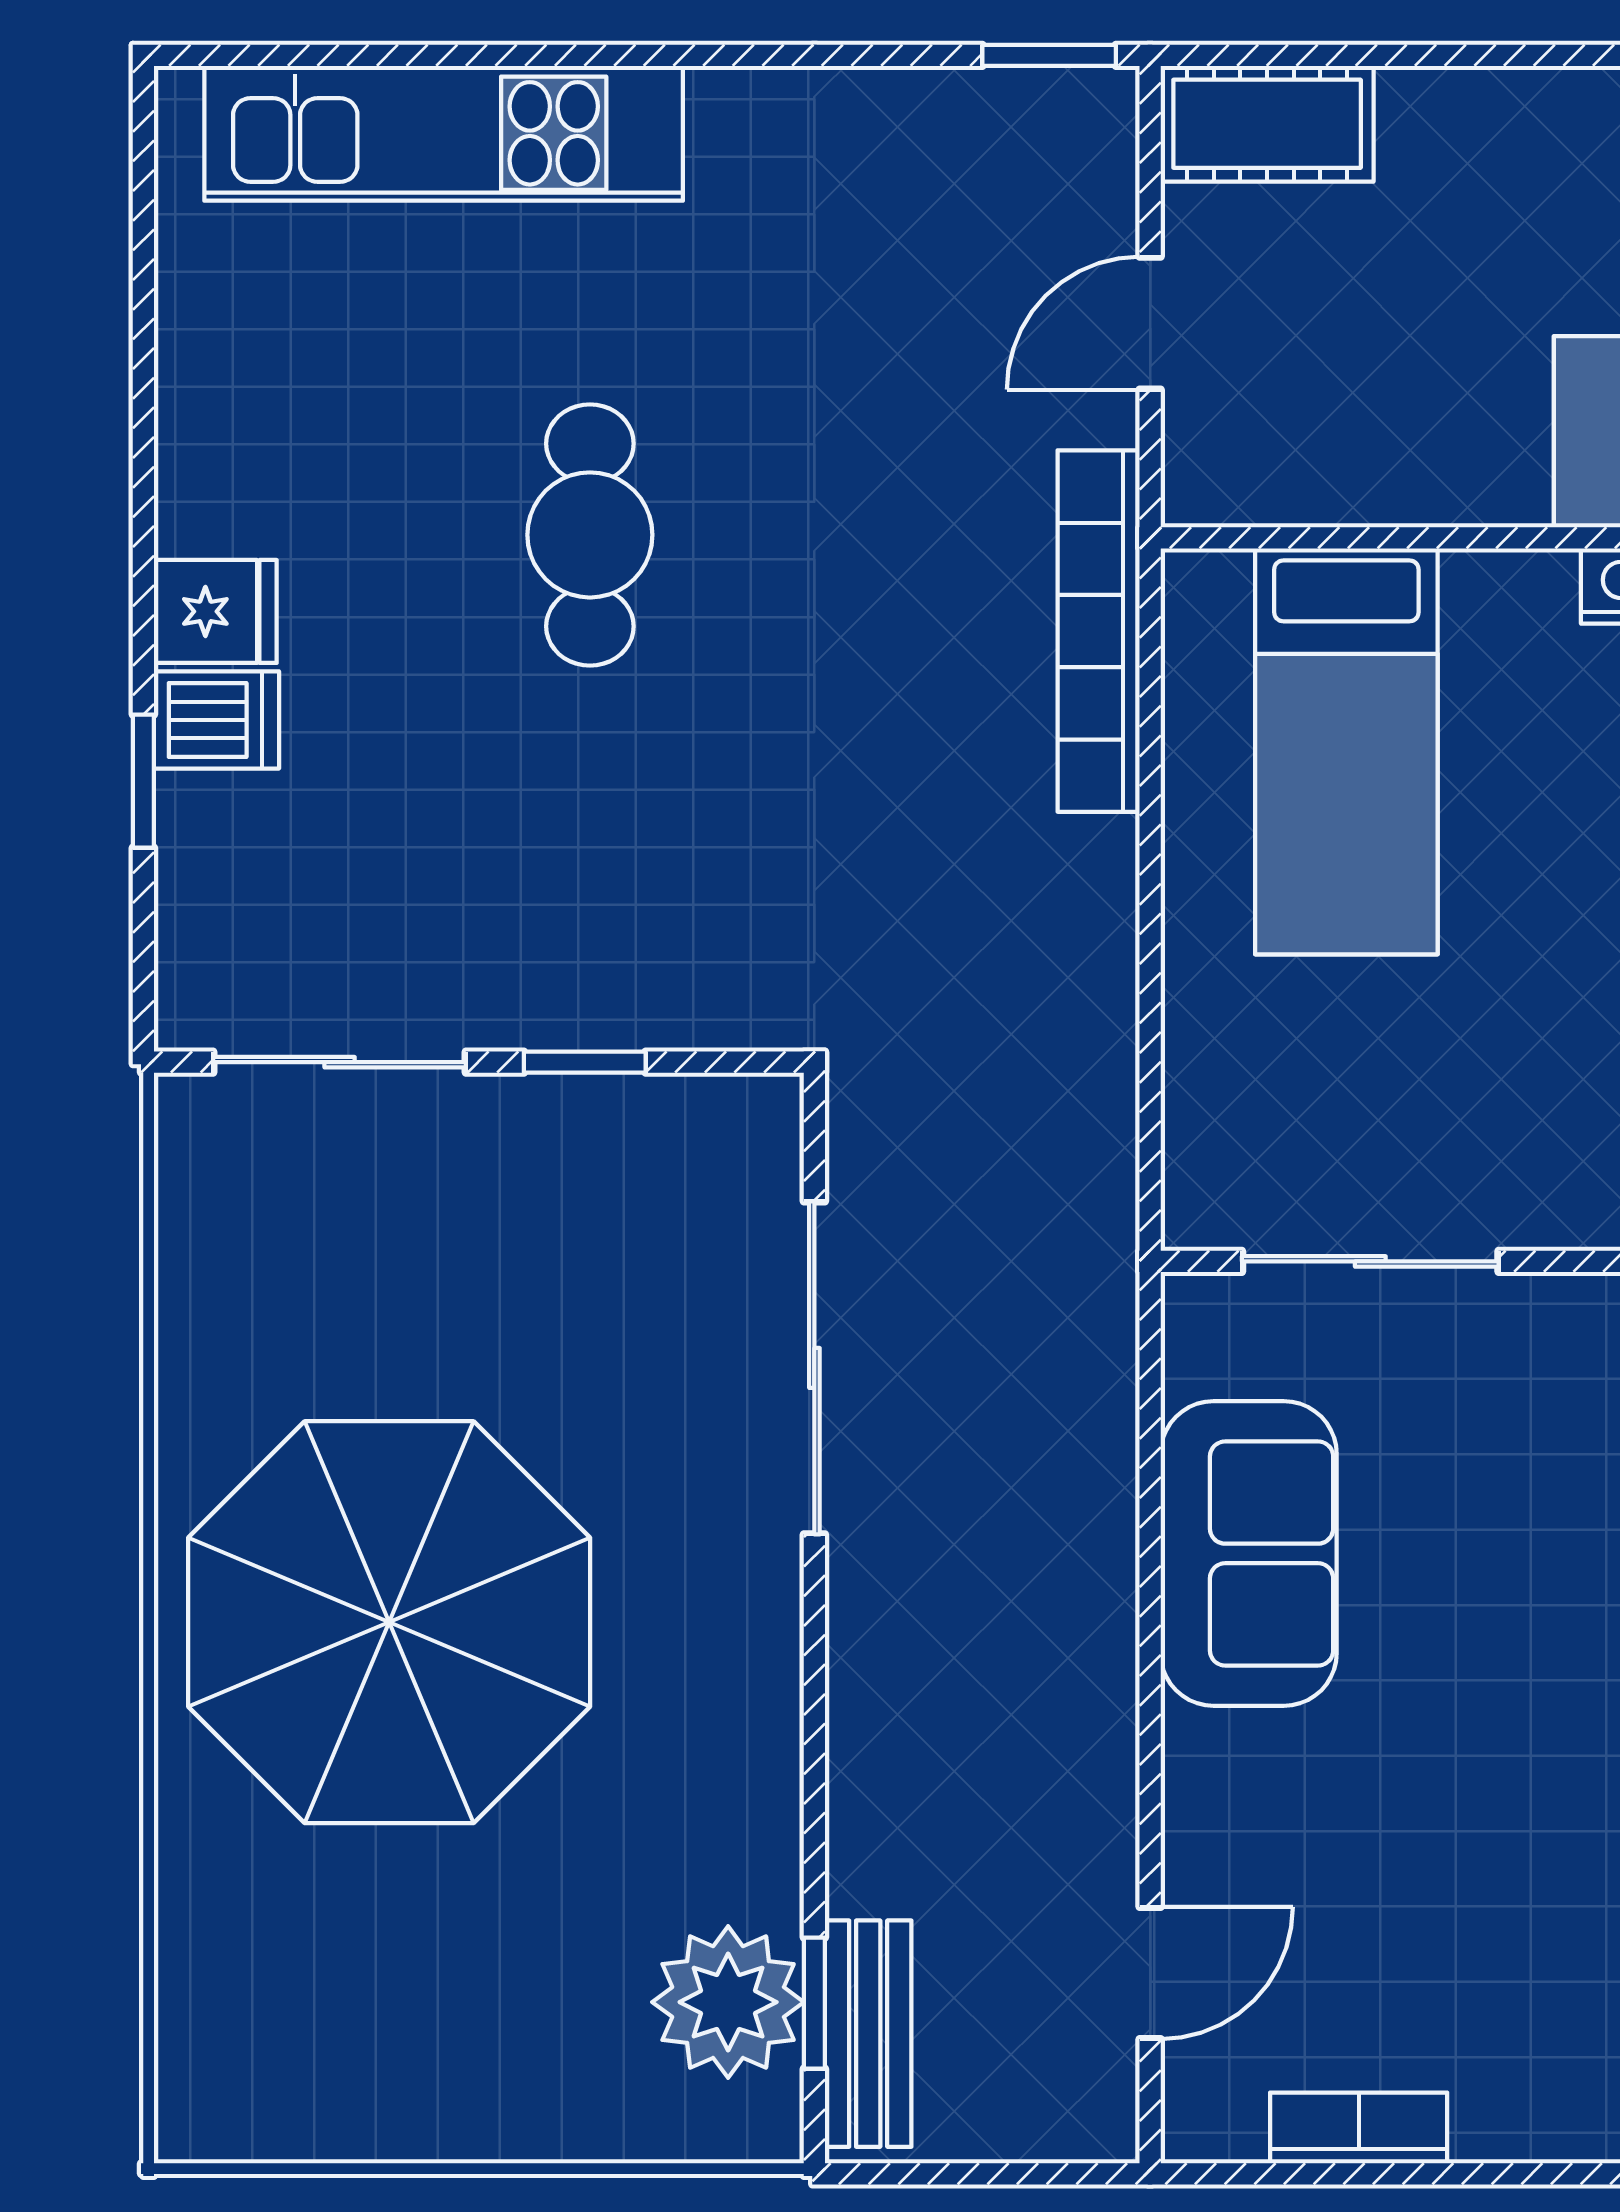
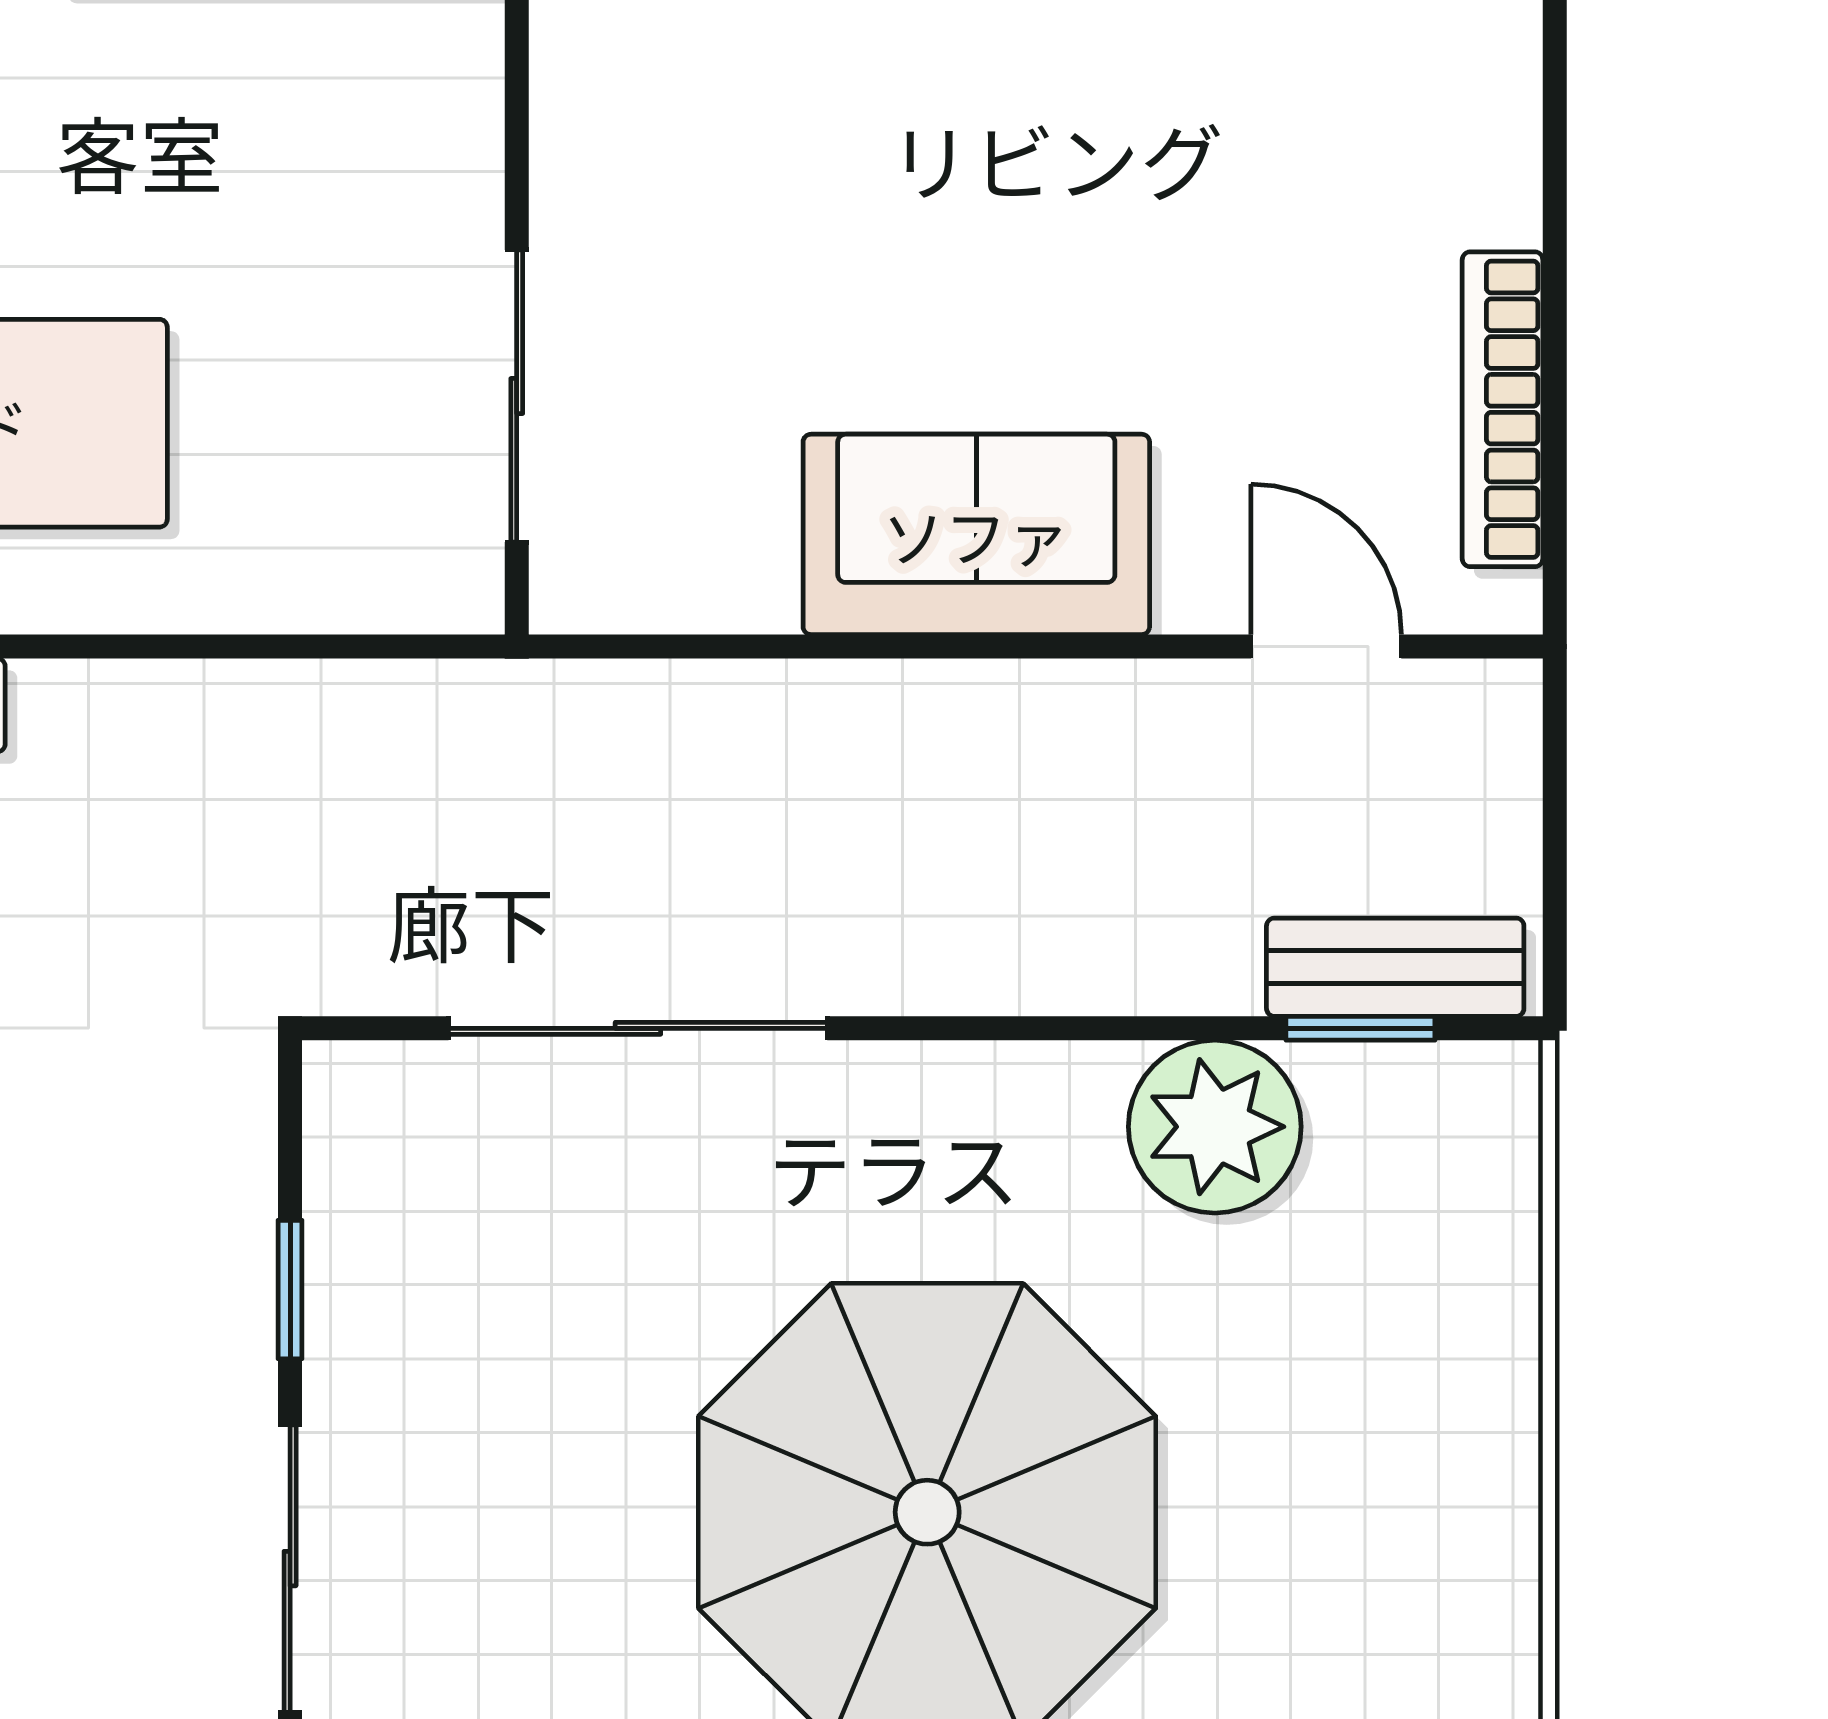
sofa: (1249, 1553) -> (976, 534), moved
plant: (728, 2002) -> (1215, 1127), moved
bookcase: (1359, 2128) -> (1503, 409), width x1.56

